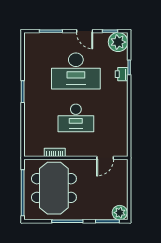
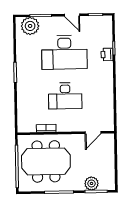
plant: (118, 42) -> (30, 26), moved
meeting table: (54, 188) -> (46, 161), turned 90
plant: (120, 213) -> (92, 183), moved

